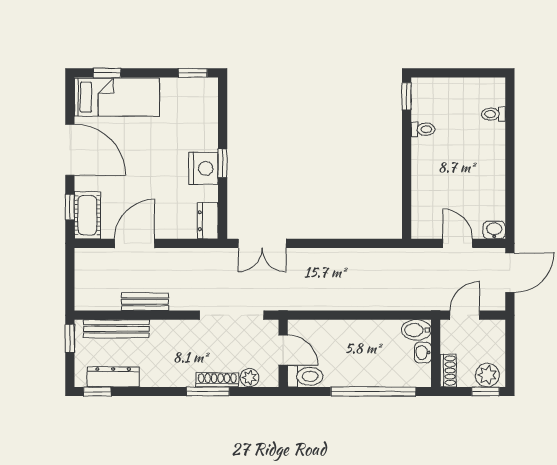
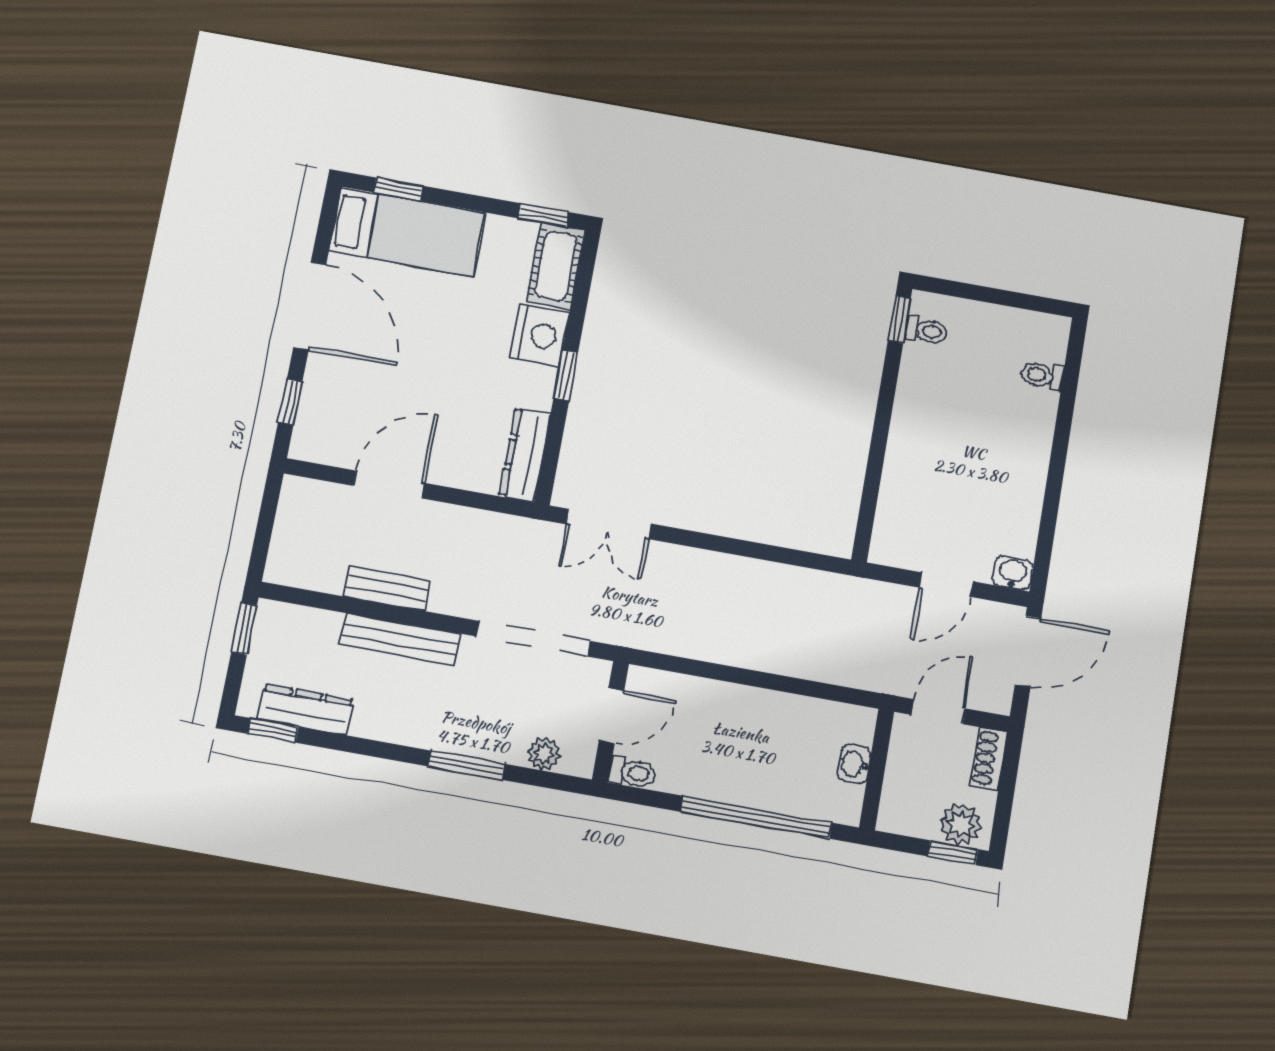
toilet: (423, 129) -> (926, 331), moved
nightstand: (203, 168) -> (540, 335), moved
cot: (87, 215) -> (556, 266), moved
dresser: (208, 221) -> (525, 455), width x1.44
door: (458, 243) -> (946, 585), swing flipped
bench: (116, 329) -> (400, 639), moved
bidet: (416, 330) -> (850, 722), removed
door: (283, 350) -> (611, 716), hinge flipped
shoe rack: (448, 371) -> (989, 759), moved, turned 180
toilet: (305, 376) -> (632, 773), width x0.73, depth x0.72
shoe rack: (217, 380) -> (487, 748), removed

